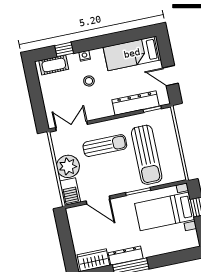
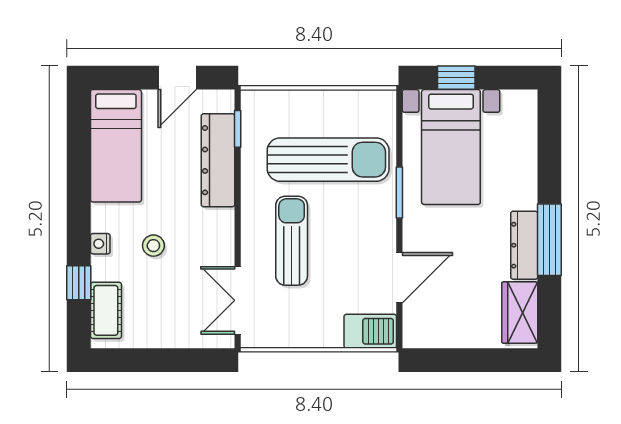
plant: (68, 166) -> (318, 325), removed

